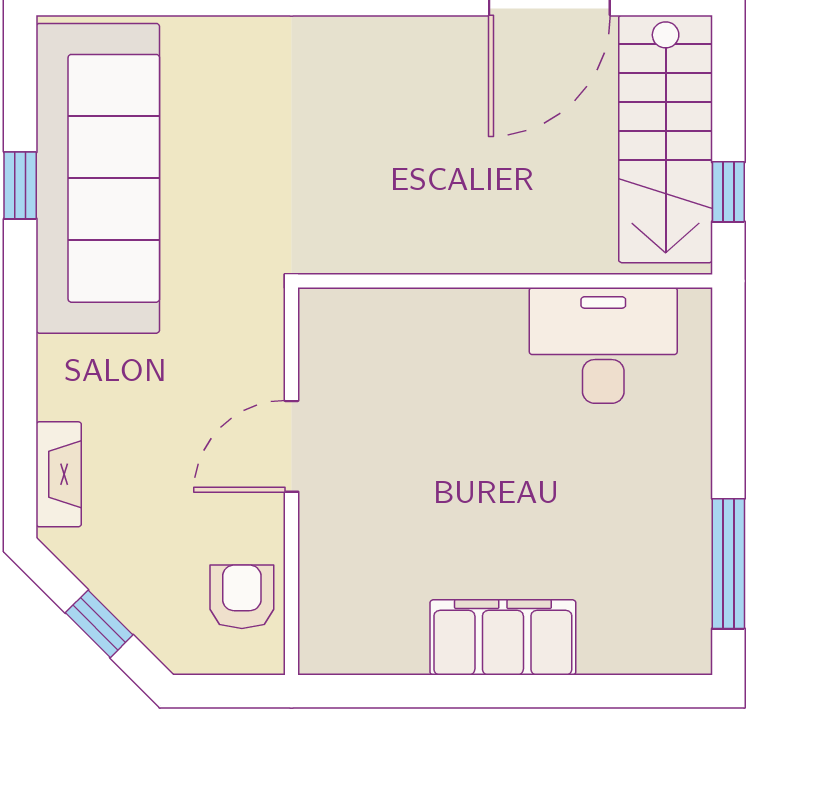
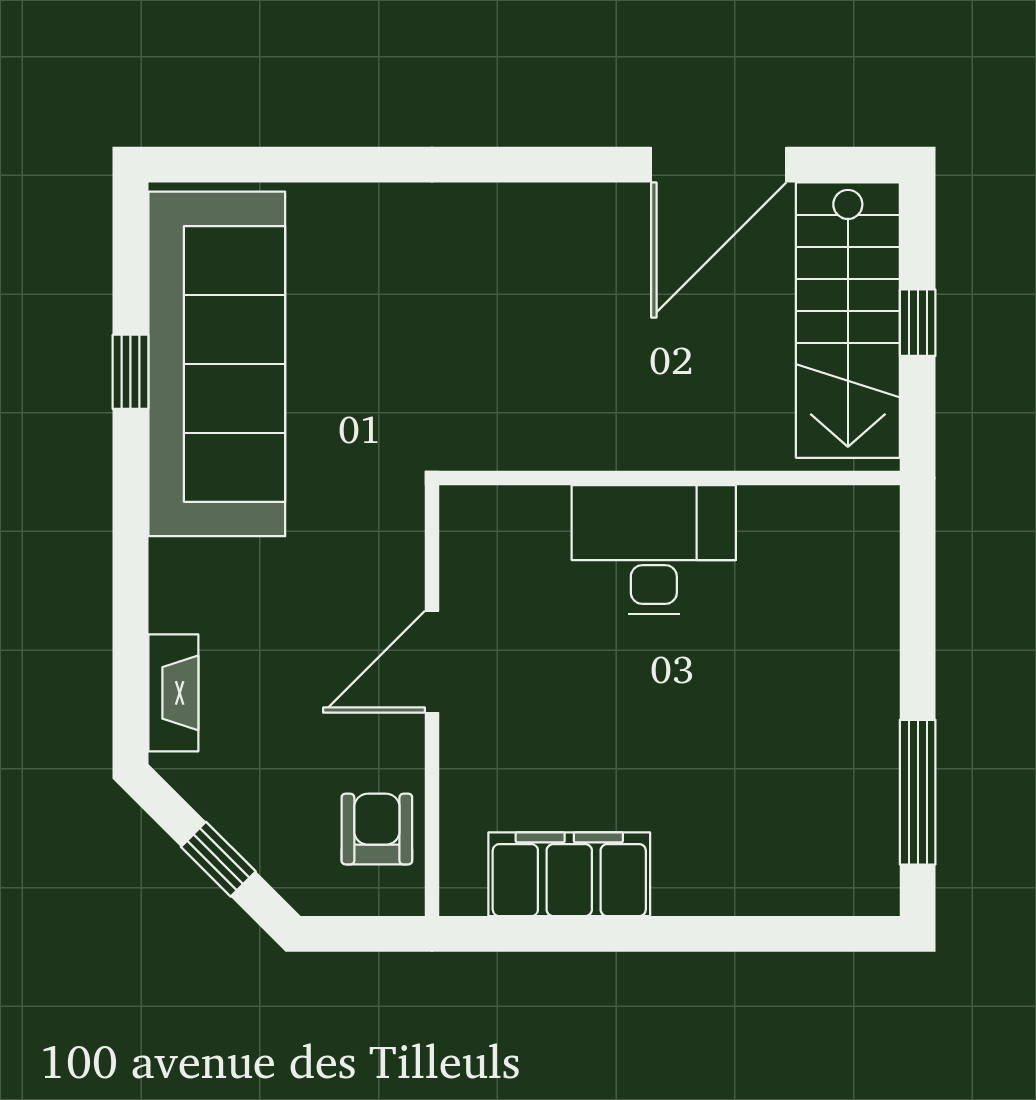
window: (728, 192) -> (918, 323), moved
desk: (603, 345) -> (654, 550), moved
filing cabinet: (503, 637) -> (569, 874), moved

